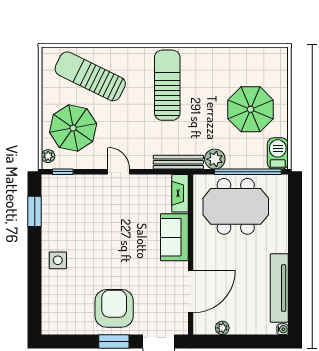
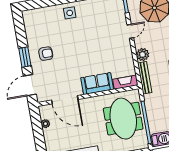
plant: (215, 159) -> (143, 54), moved
door: (119, 172) -> (130, 31), moved
armchair: (114, 308) -> (46, 54), width x0.53, depth x0.53

